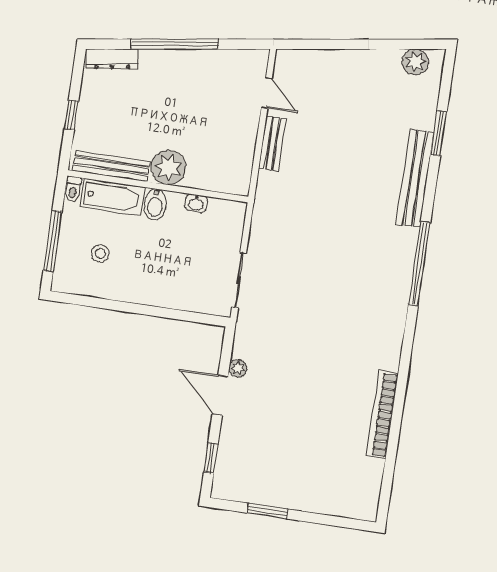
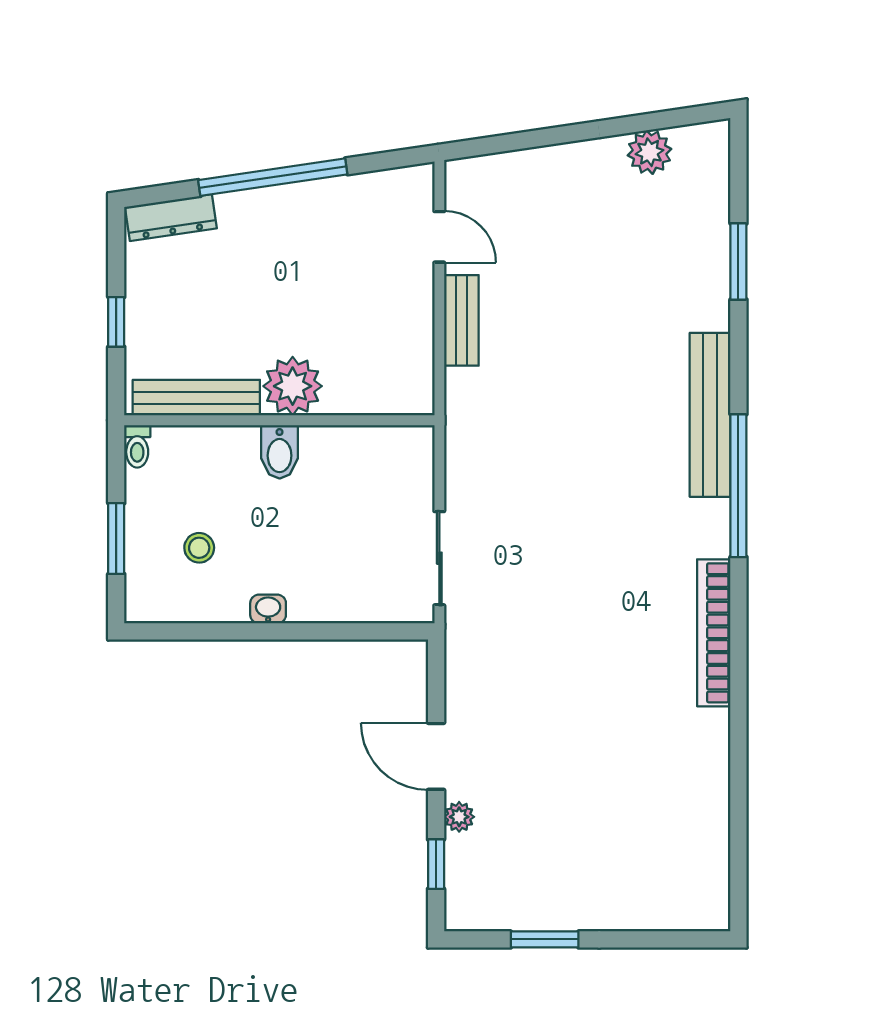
plant: (415, 62) -> (649, 152), moved
bench: (415, 178) -> (710, 415), moved
bathtub: (112, 197) -> (206, 450), removed
washbasin: (196, 203) -> (268, 609), moved, turned 180
window: (53, 241) -> (116, 539), width x0.69
plant: (238, 368) -> (459, 817), moved
bookcase: (382, 415) -> (714, 633), moved

